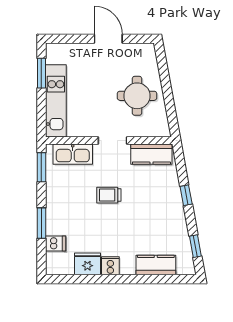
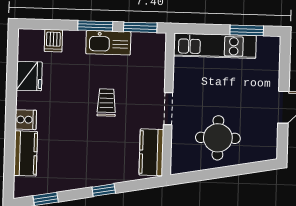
kitchen sink: (73, 154) -> (108, 43), moved, turned -90
window: (41, 223) -> (95, 26), moved
cooker: (110, 266) -> (26, 120), moved

